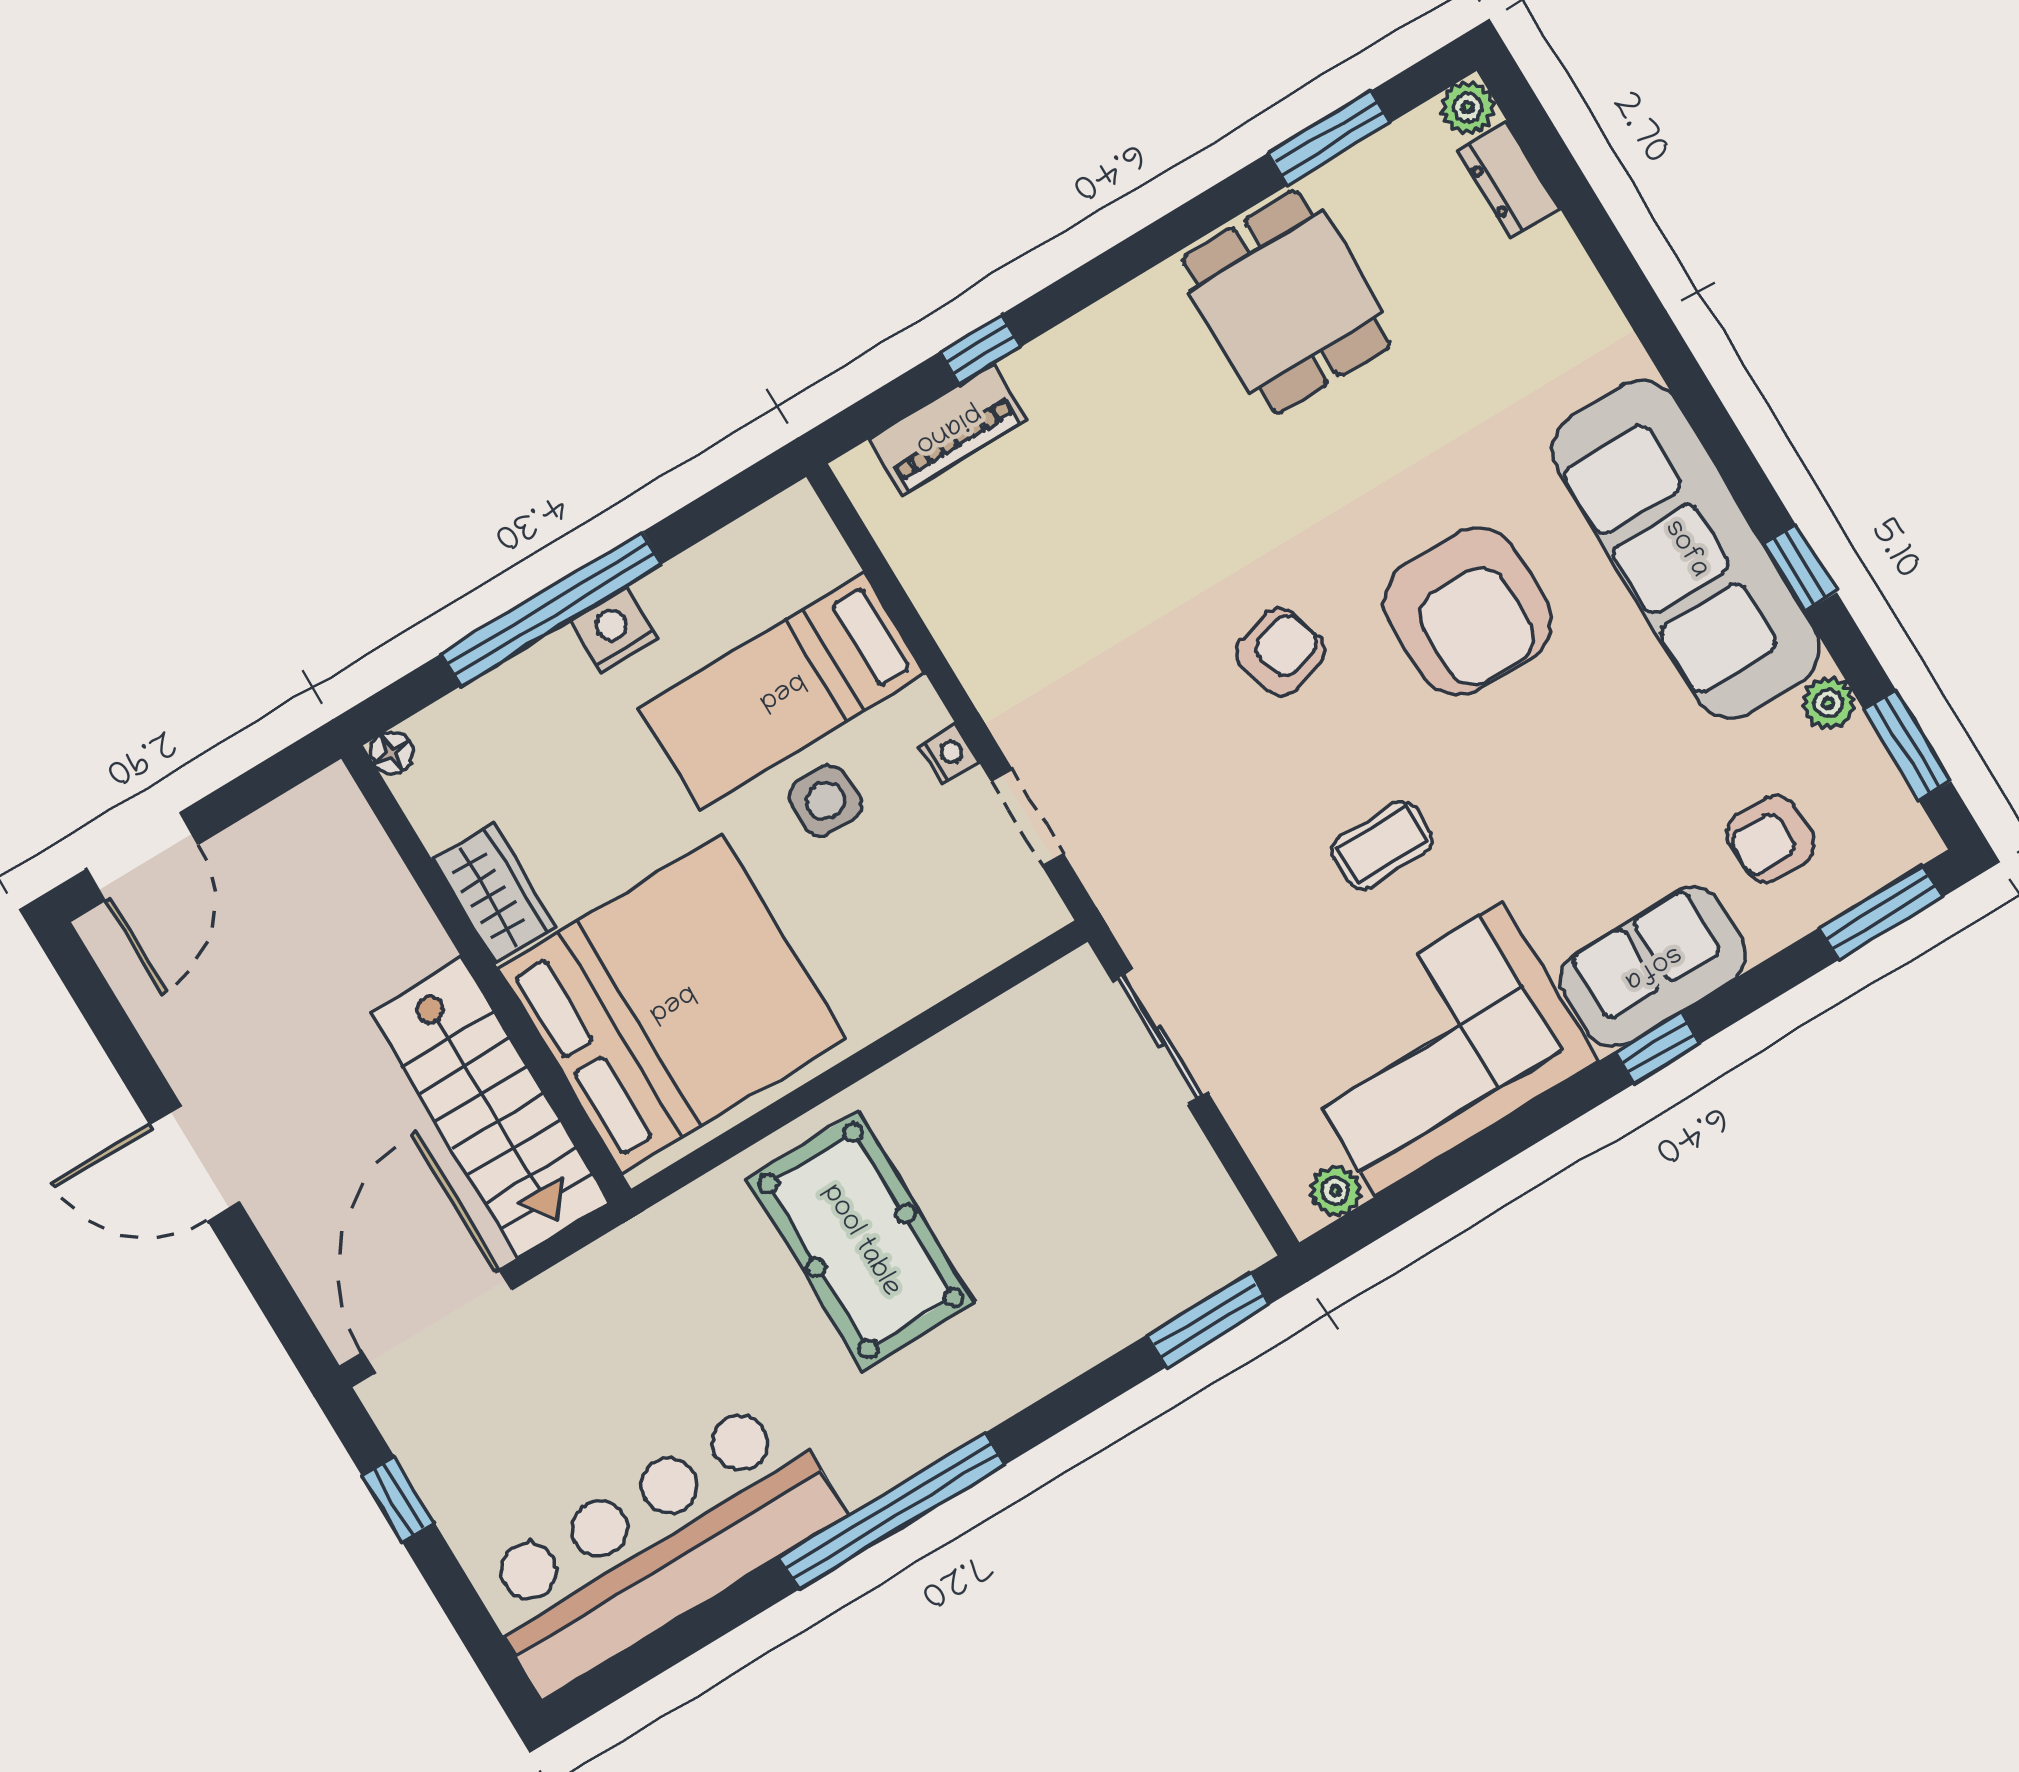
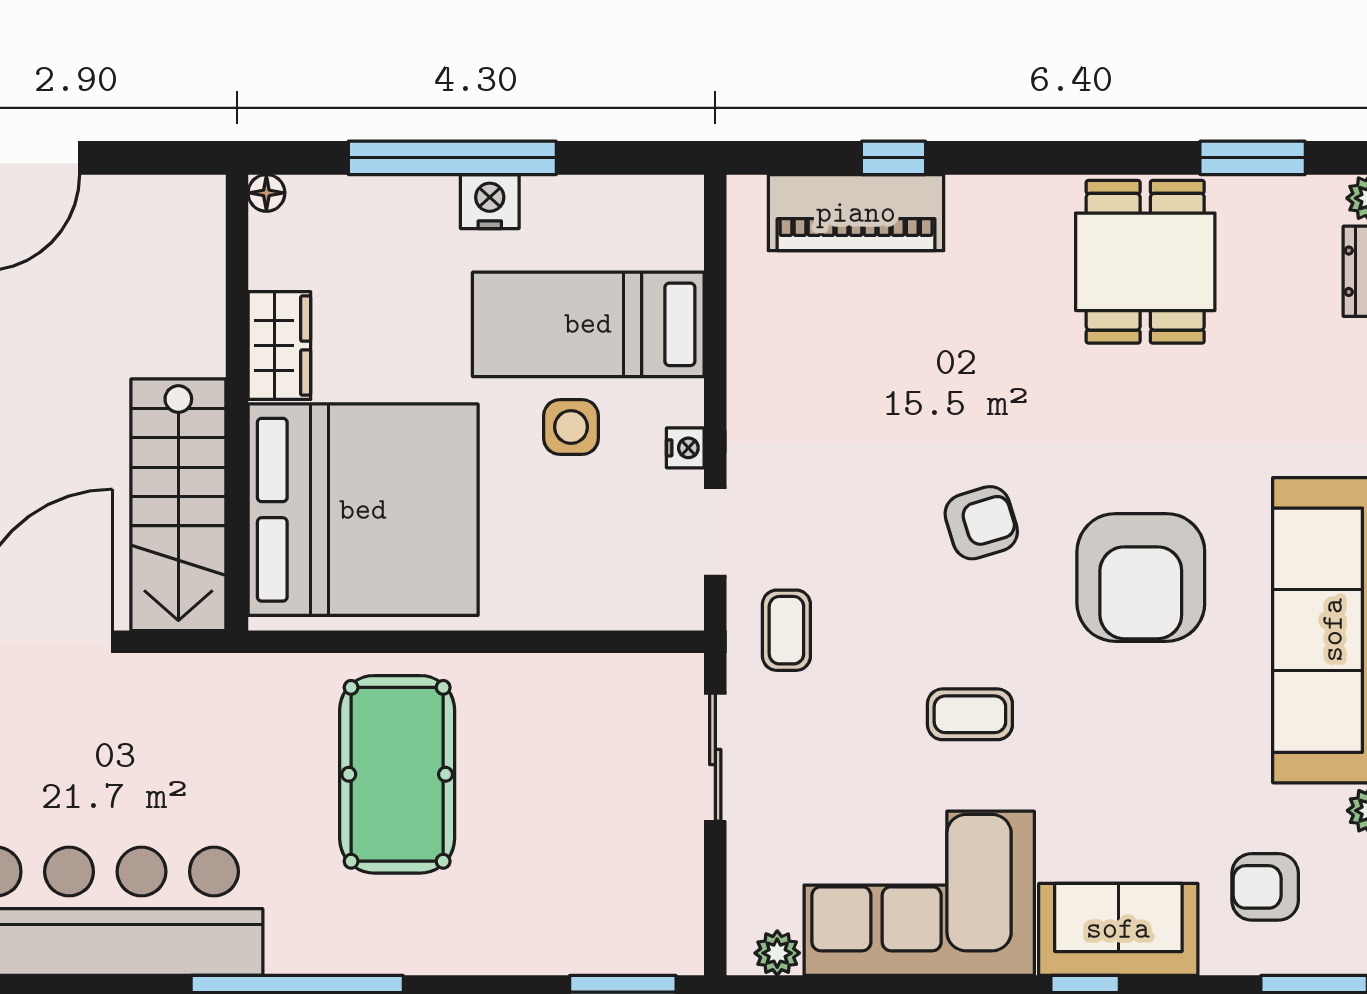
piano: (948, 429) -> (856, 213), width x1.37, depth x1.33
coffee table: (1154, 871) -> (786, 630), added

